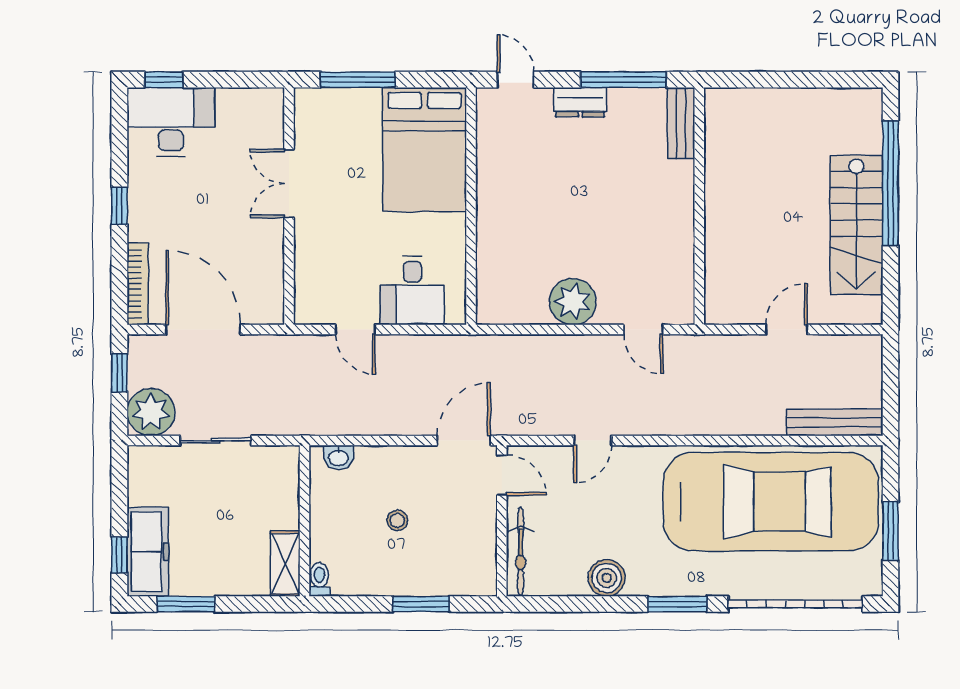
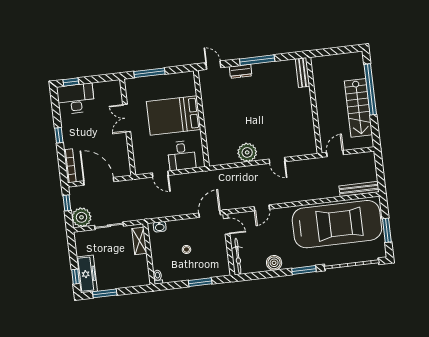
bench: (681, 123) -> (302, 73), moved
bed: (424, 149) -> (174, 115), moved, turned 90
wall: (699, 206) -> (314, 105), moved
shelving: (285, 564) -> (139, 241), moved

